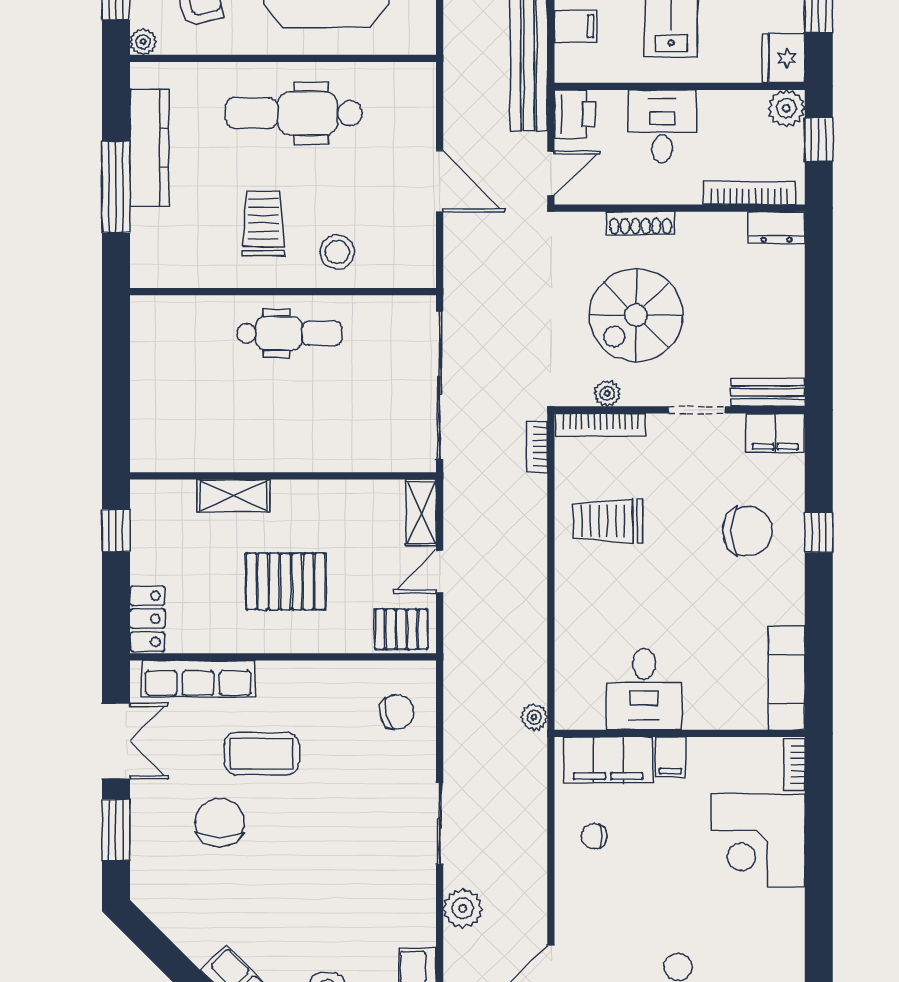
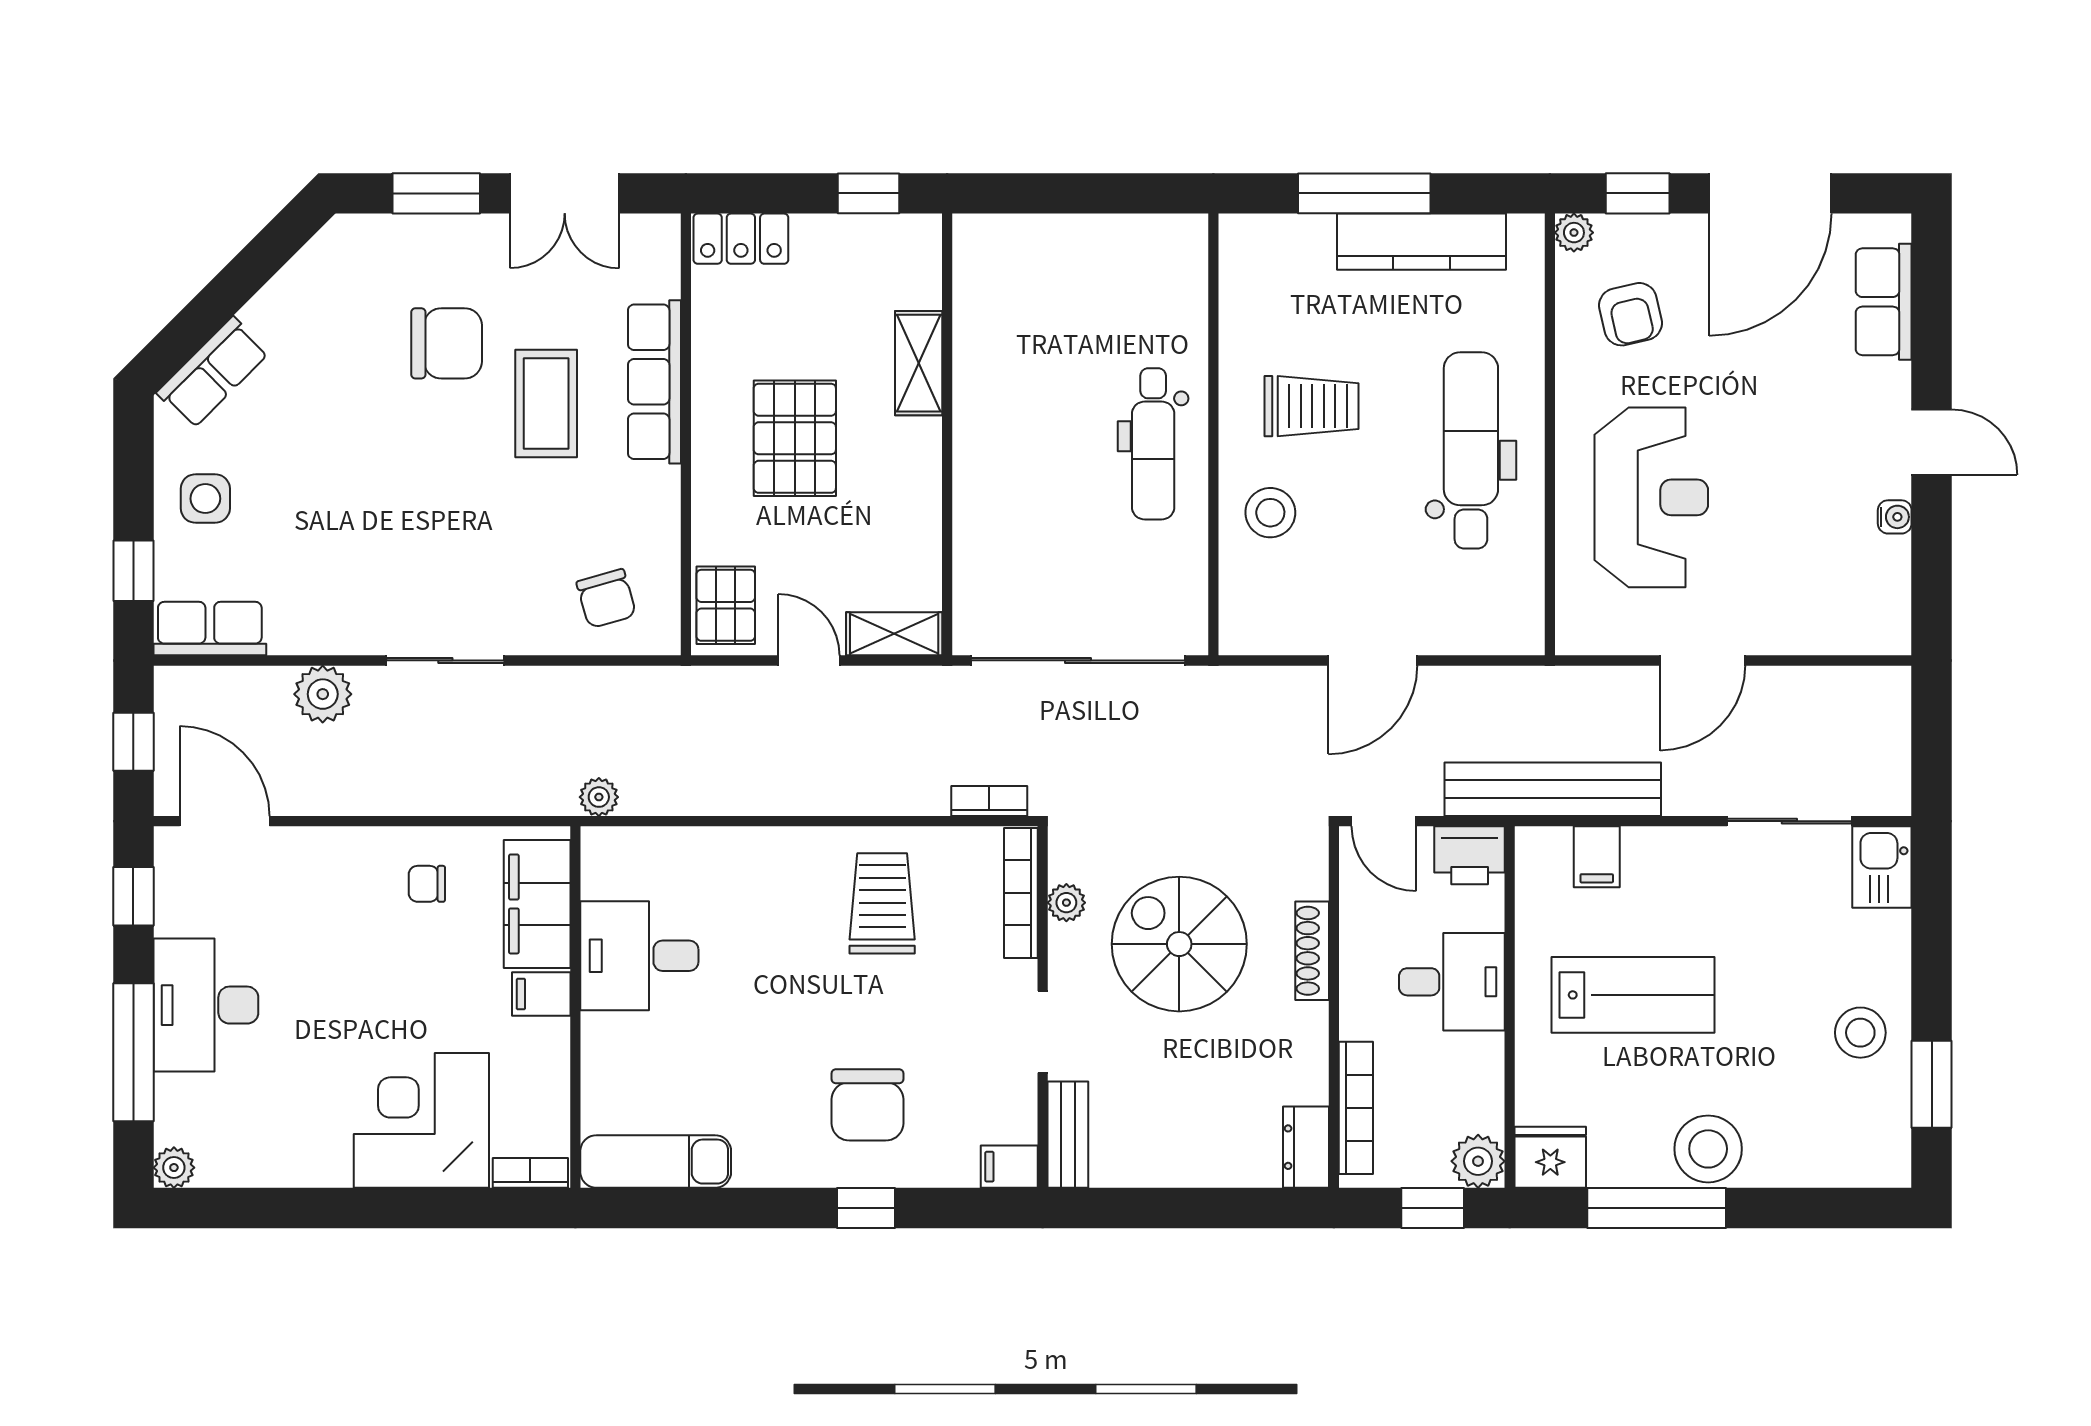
filing cabinet: (775, 433) -> (1009, 1167), width x0.50
row of seats: (198, 679) -> (654, 382), moved
chair: (594, 836) -> (427, 884), turned -90

